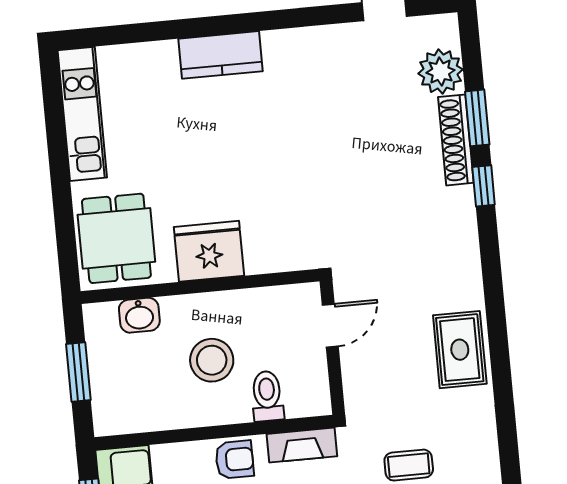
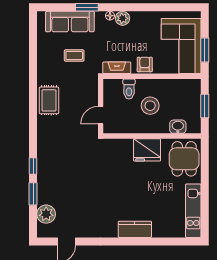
shoe rack: (456, 140) -> (43, 186), removed
armchair: (234, 460) -> (145, 64), turned 90

